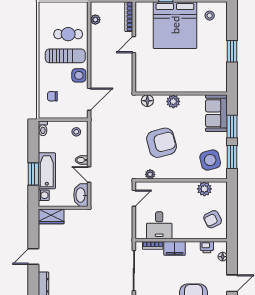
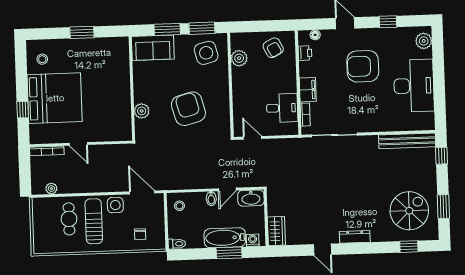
floor lamp: (147, 101) -> (141, 126), removed
plant: (173, 101) -> (142, 111), moved
plant: (150, 174) -> (225, 120), removed

